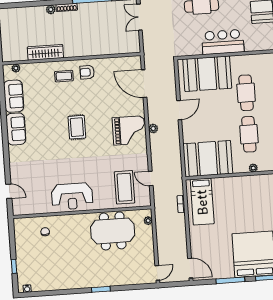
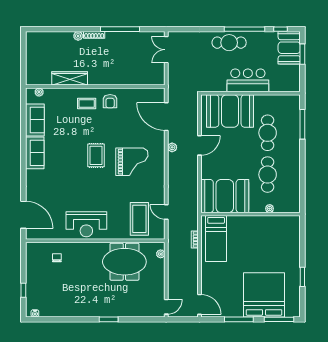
armchair: (87, 72) -> (110, 101), turned -90
plant: (153, 128) -> (172, 147), moved
grand piano: (129, 130) -> (132, 162), moved
door: (9, 191) -> (23, 215), width x1.87

